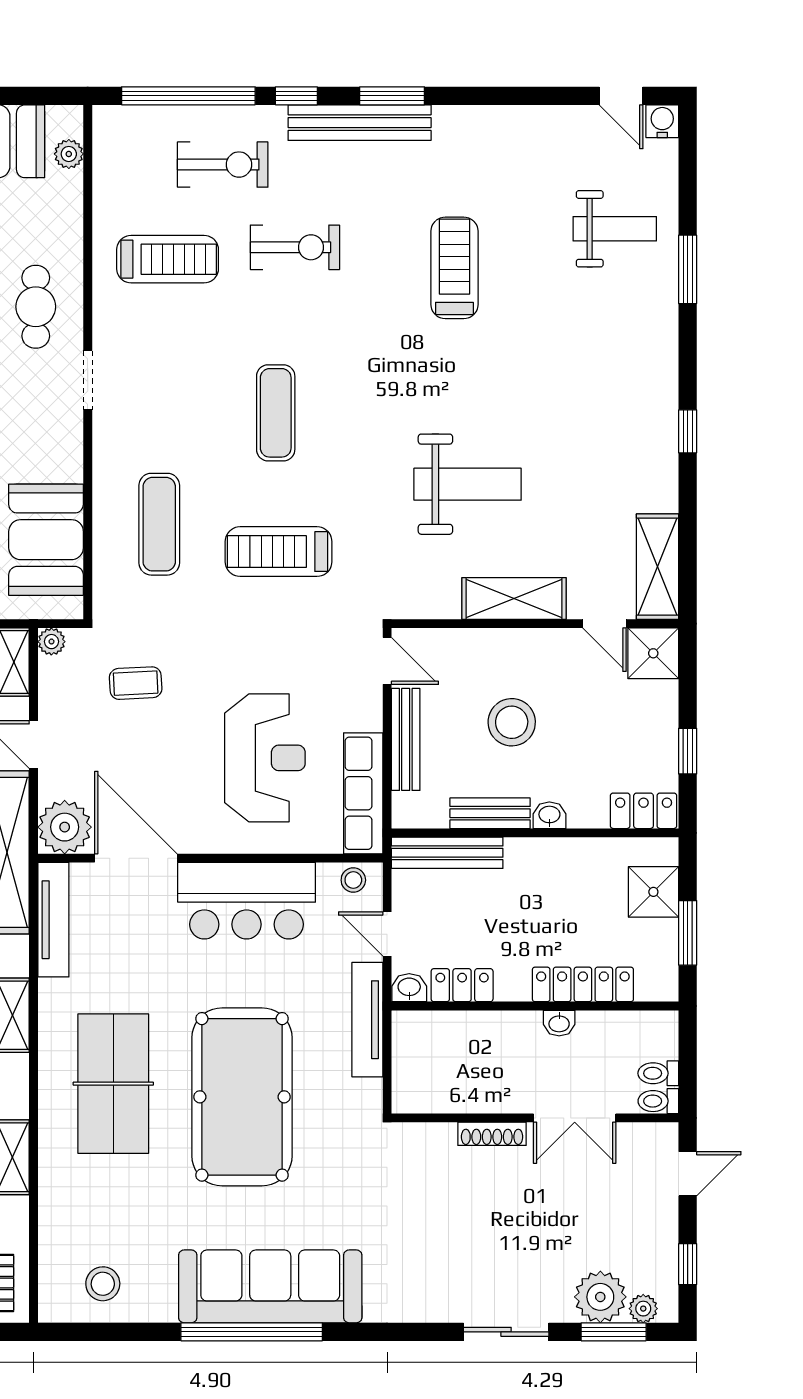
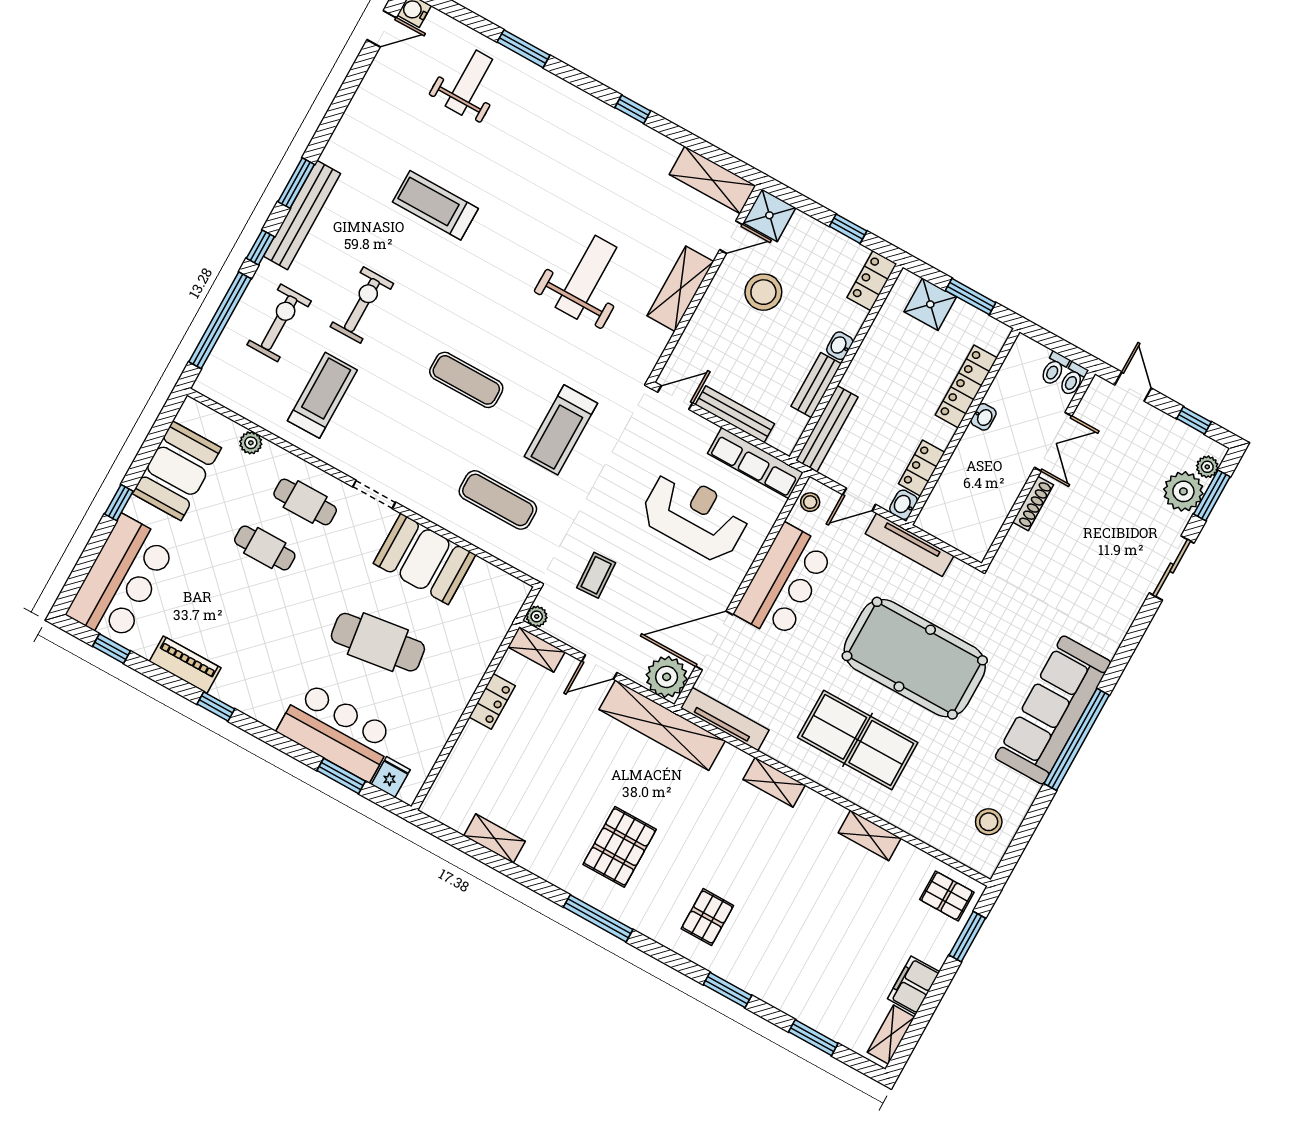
plant: (69, 154) -> (251, 443), moved
booth: (46, 540) -> (425, 559), moved
stool: (512, 722) -> (763, 292), moved

